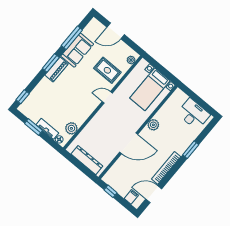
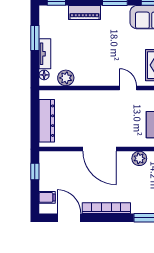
piano: (56, 69) -> (85, 13), moved

